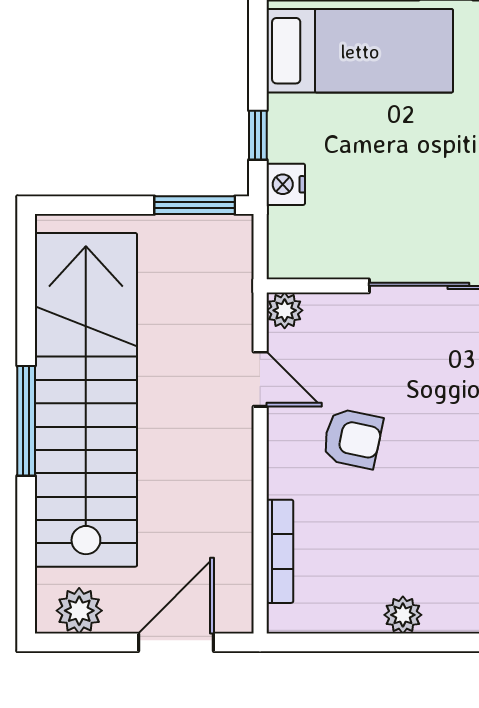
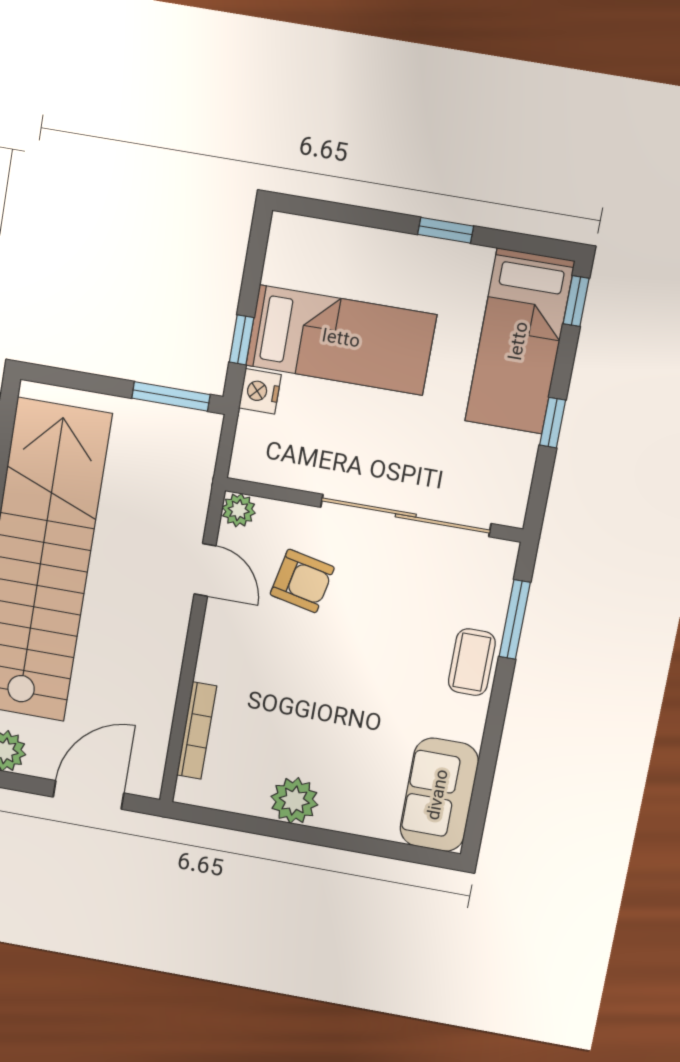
bed: (360, 51) -> (341, 340), moved
armchair: (353, 438) -> (302, 581), moved
plant: (403, 615) -> (294, 801), width x1.38, depth x1.38

